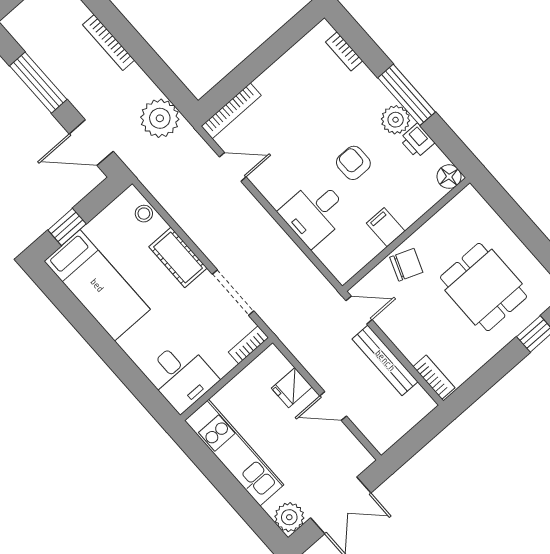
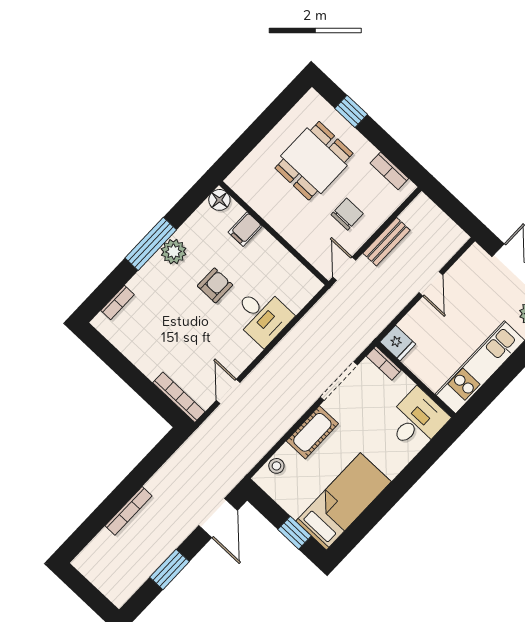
window: (38, 83) -> (170, 569), width x0.69
plant: (160, 118) -> (191, 459), removed
printer: (417, 141) -> (190, 231), removed
armchair: (353, 163) -> (215, 285), turned 180
filing cabinet: (386, 227) -> (245, 229), moved
chair: (406, 265) -> (347, 214), moved, turned 69
bench: (385, 360) -> (386, 242), width x0.73
bookcase: (434, 377) -> (389, 171), moved, turned -90
fridge: (292, 388) -> (398, 343), moved

